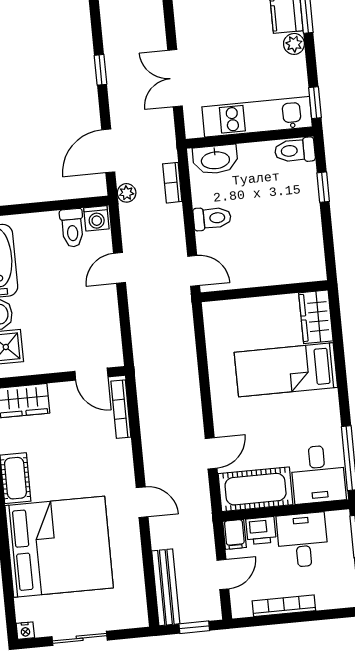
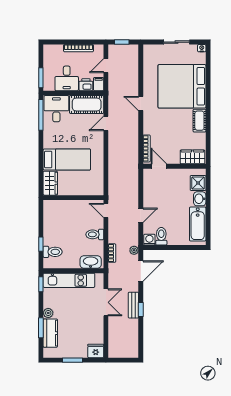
toilet: (295, 150) -> (53, 252), moved
bench: (166, 587) -> (133, 305), moved, width x0.73

